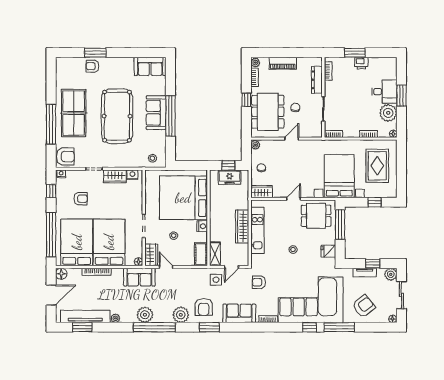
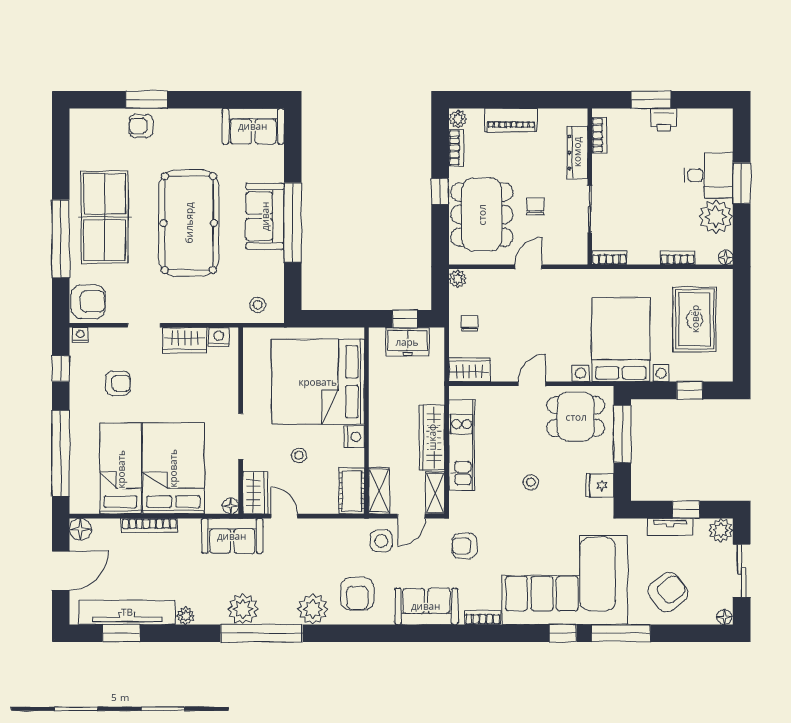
bed: (77, 242) -> (121, 469), width x0.67
shelving: (244, 255) -> (435, 493), added
window: (209, 327) -> (368, 633), removed

